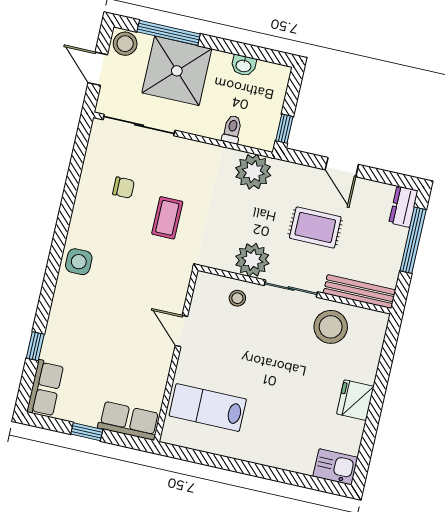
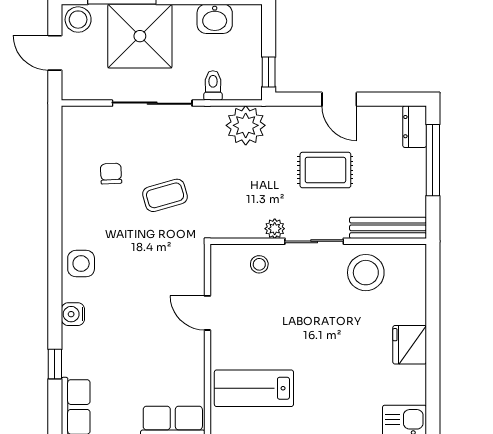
washbasin: (244, 65) -> (215, 19), width x1.38, depth x1.45
sliding door: (139, 125) -> (152, 103), moved
chair: (123, 188) -> (111, 174), turned -93
coffee table: (167, 218) -> (165, 195), turned 74
plant: (252, 260) -> (275, 229), width x0.53, depth x0.53
water cooler: (61, 305) -> (73, 314), added

